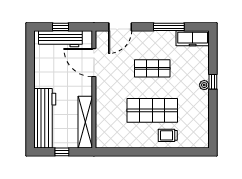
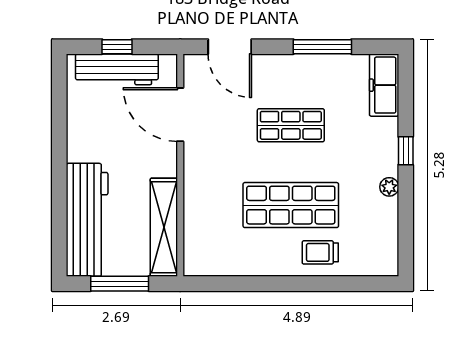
door: (120, 27) -> (230, 47), hinge flipped
freezer: (193, 38) -> (384, 85), moved, turned 90
plant: (204, 85) -> (389, 187), moved
window: (62, 152) -> (120, 284), width x2.17

